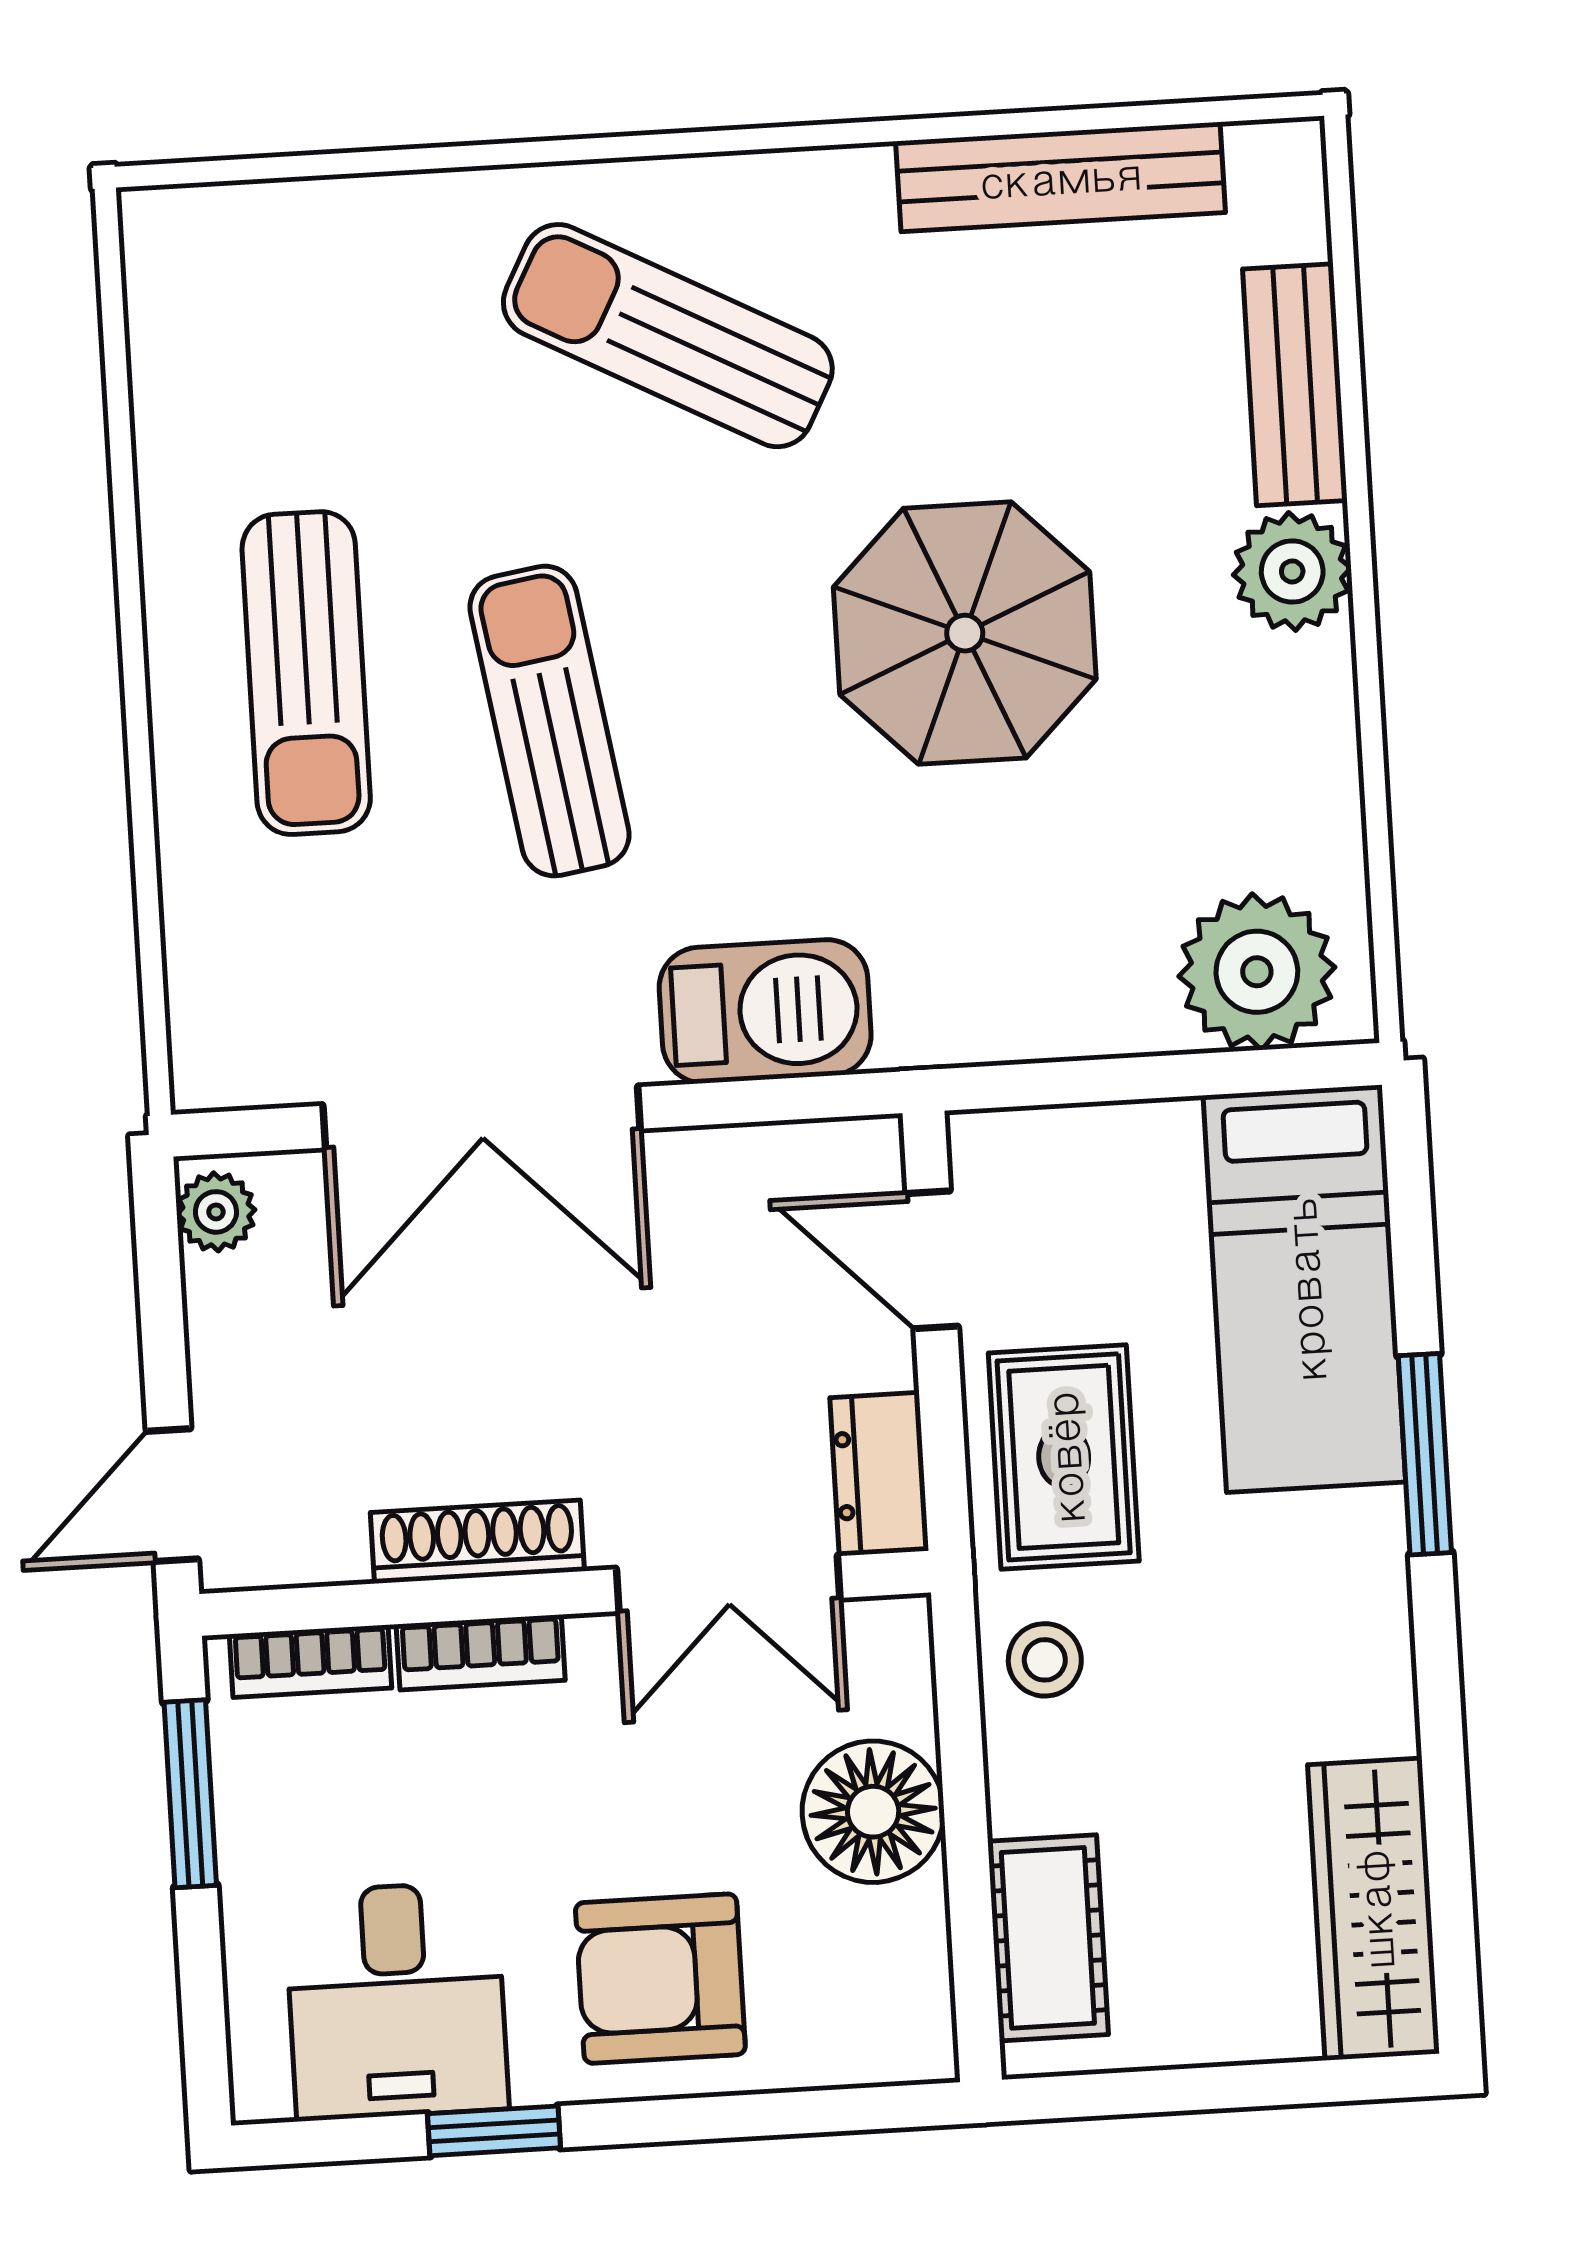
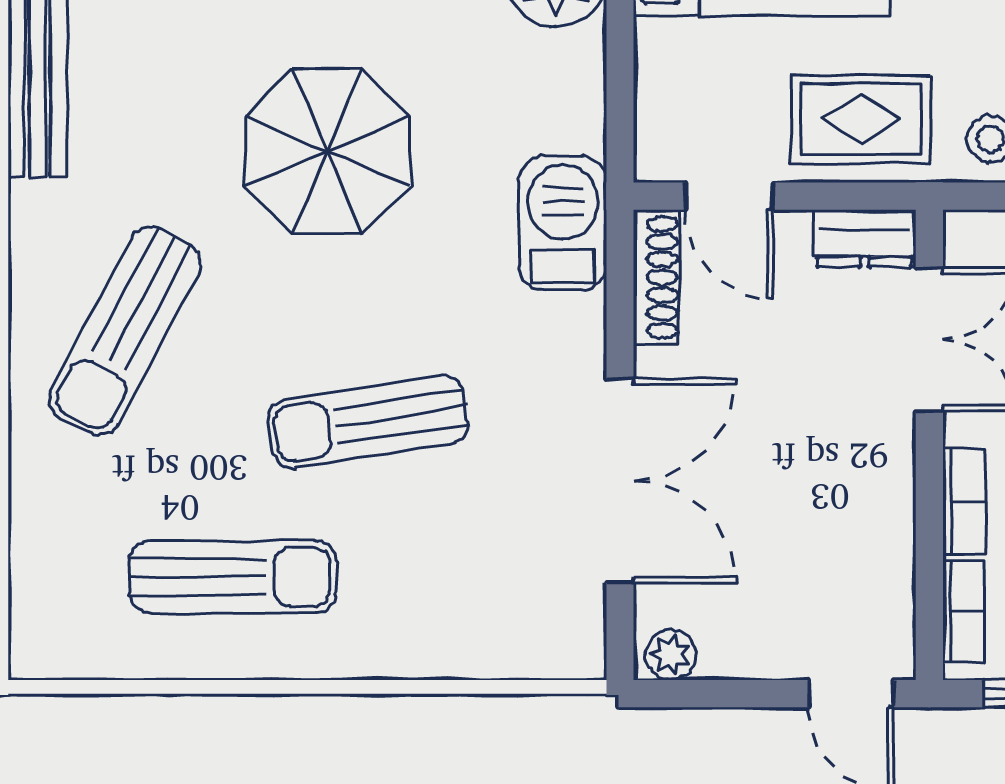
sun lounger: (306, 673) -> (233, 577), moved
barbecue: (765, 1011) -> (563, 223), moved
door: (932, 1260) -> (729, 196), hinge flipped
shoe rack: (477, 1542) -> (657, 277), moved, turned 180

